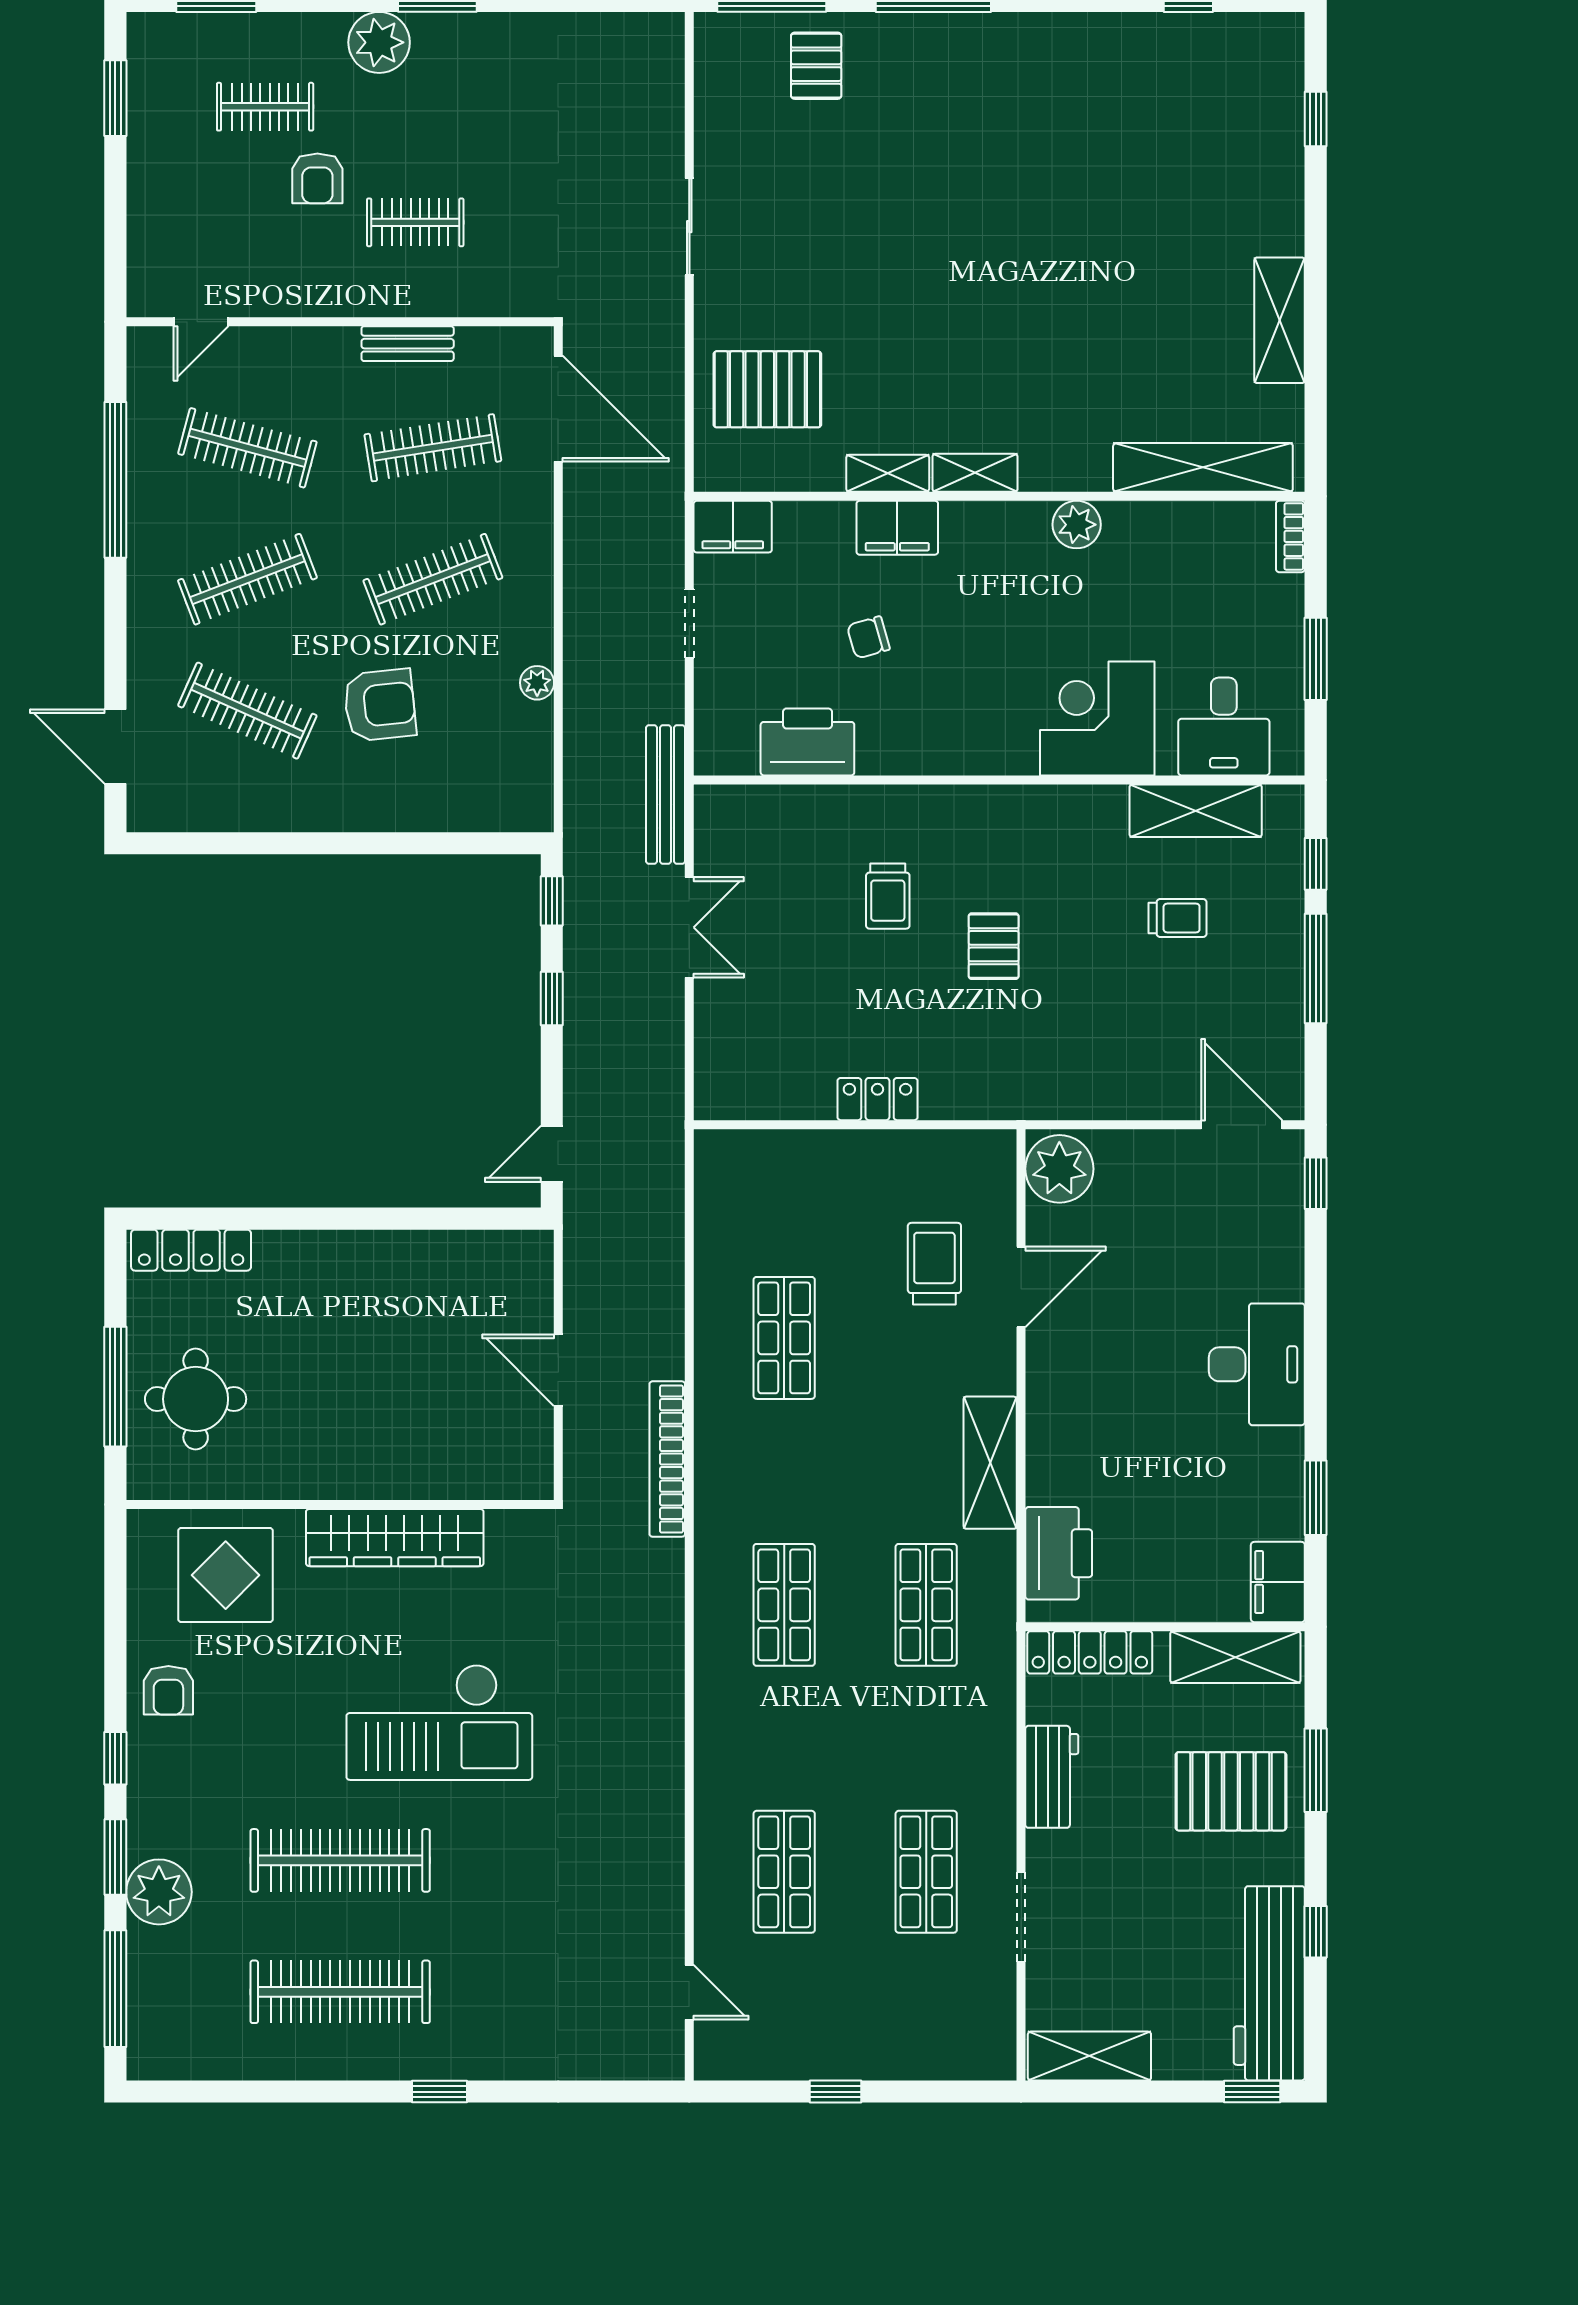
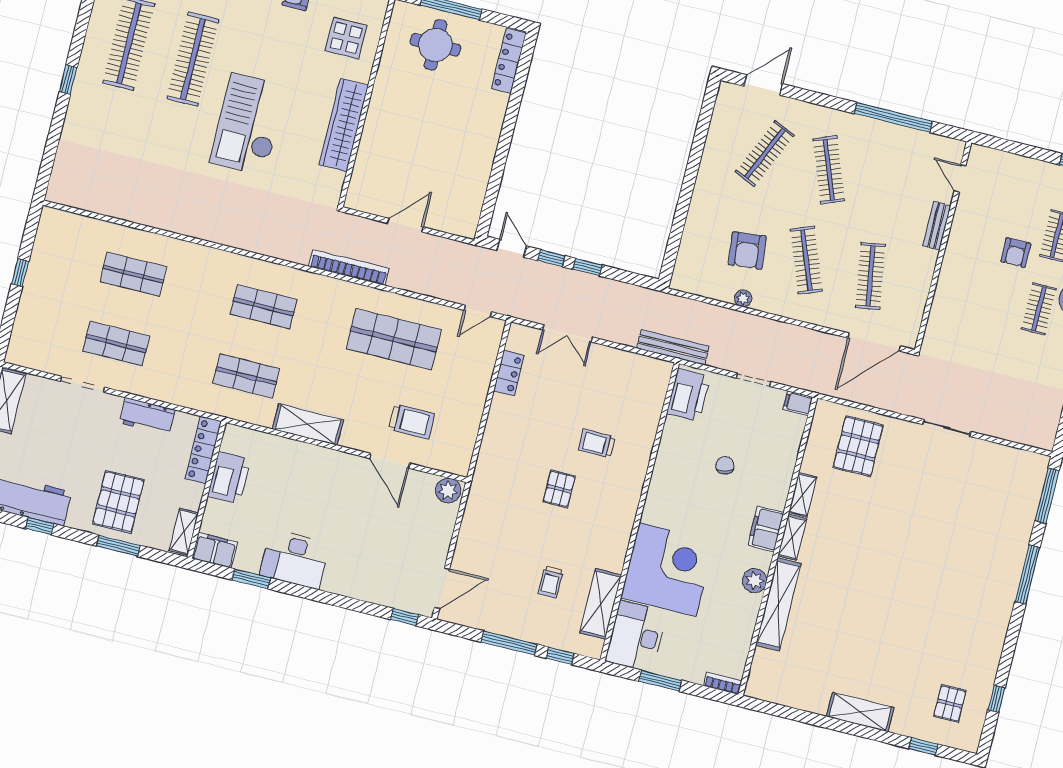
pallet: (816, 66) -> (950, 704), moved, turned 90
armchair: (317, 178) -> (1016, 253), turned -90
clothes rail: (415, 222) -> (1039, 309), moved
shelving: (1280, 320) -> (860, 712), moved
bench: (408, 344) -> (937, 226), moved
clothes rail: (247, 448) -> (893, 186), removed
shelving: (1203, 467) -> (778, 604), moved
filing cabinet: (733, 527) -> (798, 403), width x0.50
filing cabinet: (897, 528) -> (766, 529), moved
armchair: (380, 705) -> (747, 250), moved
corner desk: (1097, 719) -> (668, 570), width x1.36, depth x1.36
desk: (1224, 727) -> (636, 636), width x1.37
printer: (807, 742) -> (688, 395), moved
window: (552, 901) -> (551, 258), moved
double door: (689, 927) -> (567, 333), moved
pallet: (994, 946) -> (559, 489), turned 90
locker: (878, 1099) -> (509, 373), moved
plant: (1059, 1169) -> (448, 491), width x0.73, depth x0.73
shop shelf: (784, 1338) -> (394, 339), width x1.43, depth x1.36
desk: (1257, 1364) -> (295, 559), moved
printer: (1059, 1553) -> (229, 478), moved, turned -90
display table: (226, 1575) -> (346, 38), width x0.73, depth x0.73
shelving: (1235, 1657) -> (184, 532), width x0.67, depth x0.75
door: (689, 1992) -> (478, 311), moved

